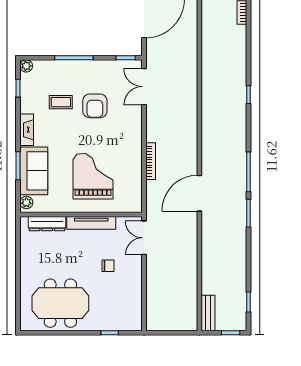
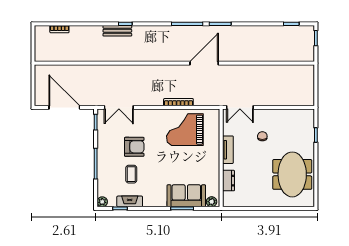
fireplace: (27, 130) -> (130, 201), moved
grand piano: (93, 176) -> (185, 130), moved
door: (199, 193) -> (204, 63), swing flipped
tv unit: (91, 223) -> (228, 150), width x0.71
dresser: (47, 224) -> (228, 181), width x0.70
bench: (208, 313) -> (117, 31), moved

